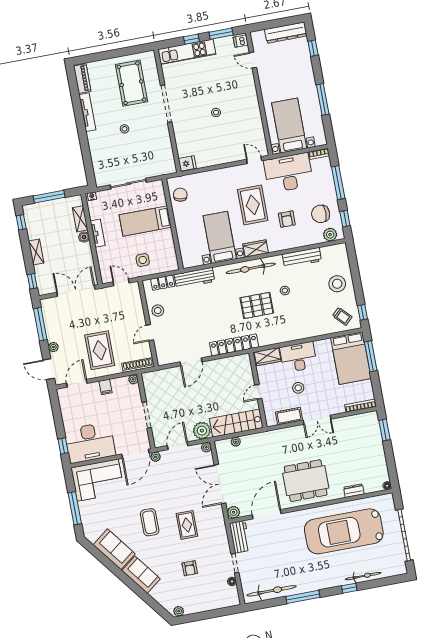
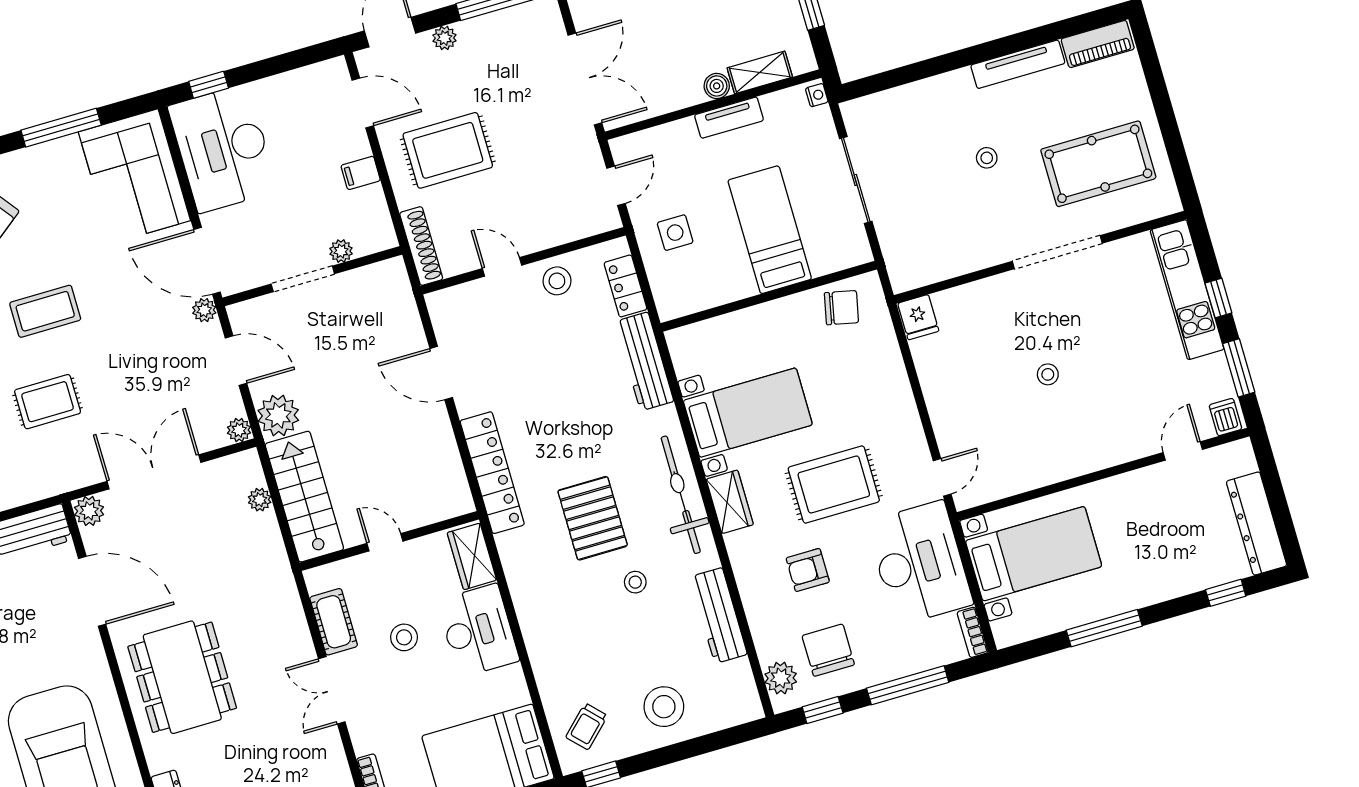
plant: (133, 379) -> (341, 251), moved

